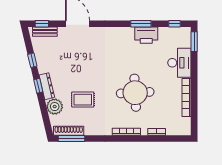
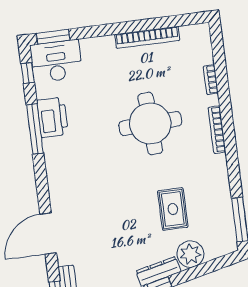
window: (141, 24) -> (35, 129), width x1.44
desk: (179, 63) -> (56, 61), moved
shoe rack: (69, 131) -> (227, 226), removed

